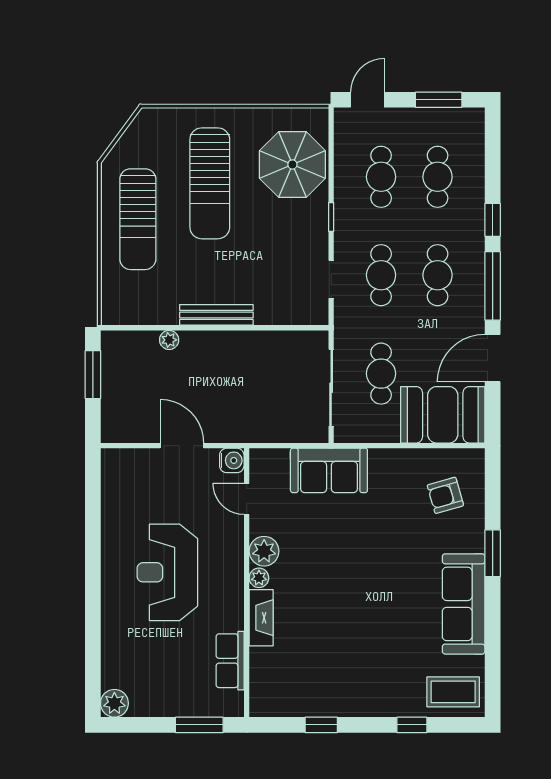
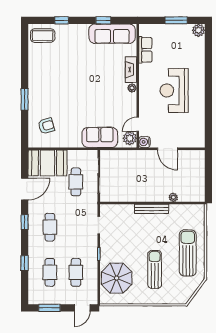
sun lounger: (210, 183) -> (155, 269), width x0.73, depth x0.75
window: (493, 220) -> (25, 263), moved
cafe table: (381, 275) -> (76, 227), removed
window: (493, 286) -> (25, 222), width x0.46
window: (93, 375) -> (208, 181), removed
door: (247, 499) -> (138, 124), swing flipped
plant: (264, 551) -> (130, 138), moved
reception desk: (167, 572) -> (174, 90), turned 180
sofa: (464, 604) -> (112, 34), moved, turned 90
window: (199, 725) -> (176, 20), moved

